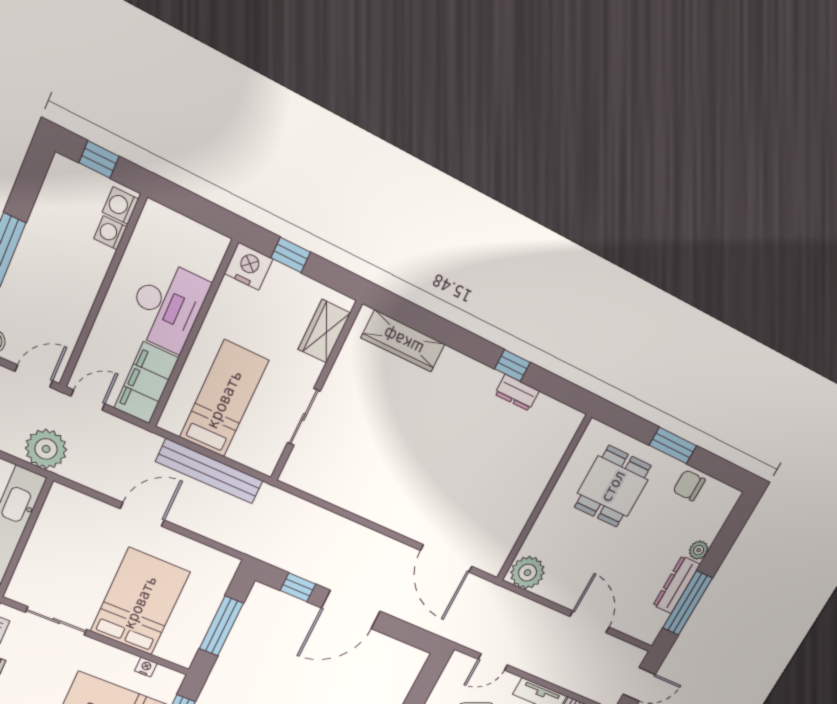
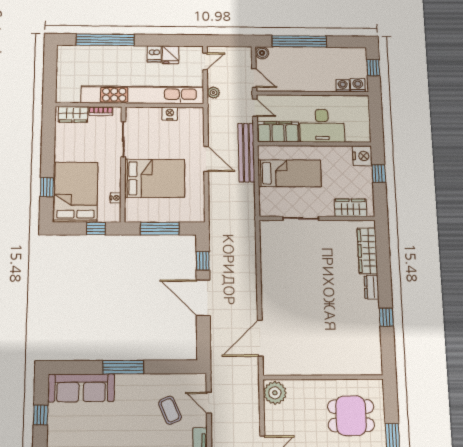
dresser: (517, 393) -> (371, 287), moved
plant: (46, 449) -> (213, 93), width x0.53, depth x0.53
bench: (209, 471) -> (246, 153), moved
nightstand: (42, 536) -> (170, 114), added

